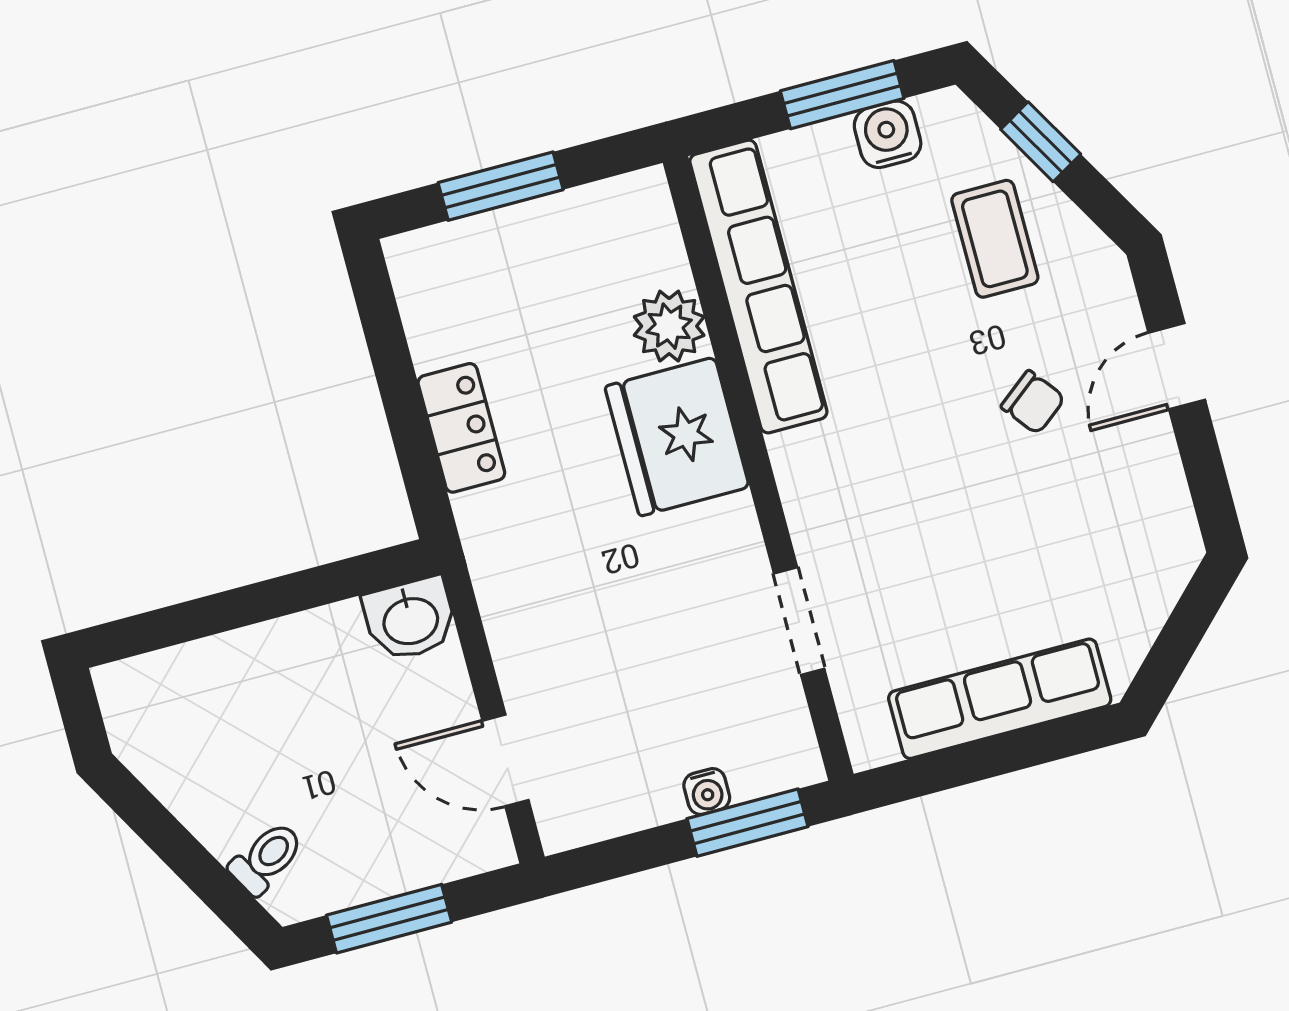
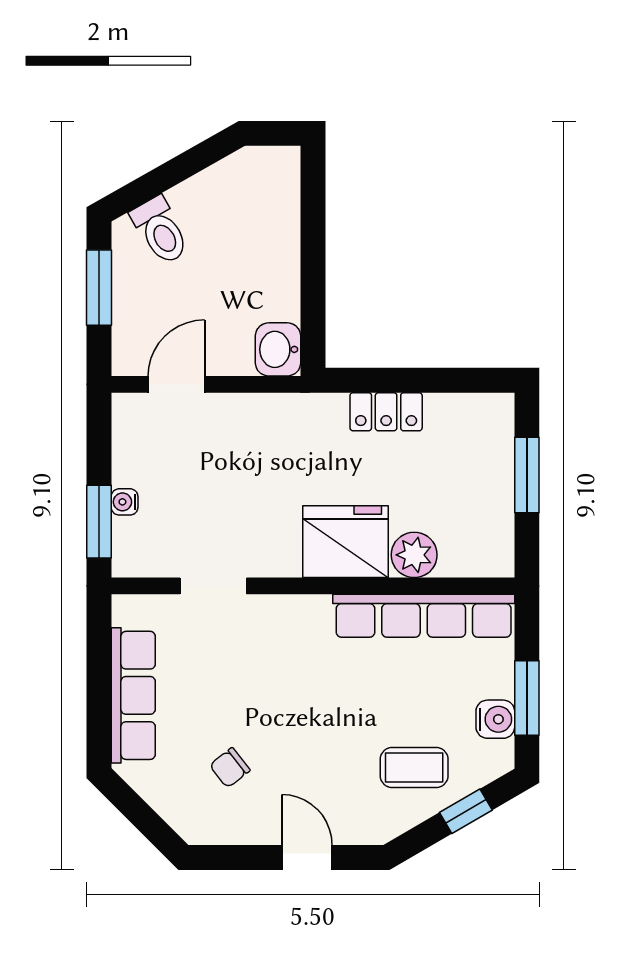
chair: (1033, 402) -> (230, 768), moved
toilet: (266, 858) -> (160, 231), width x1.37, depth x1.39

